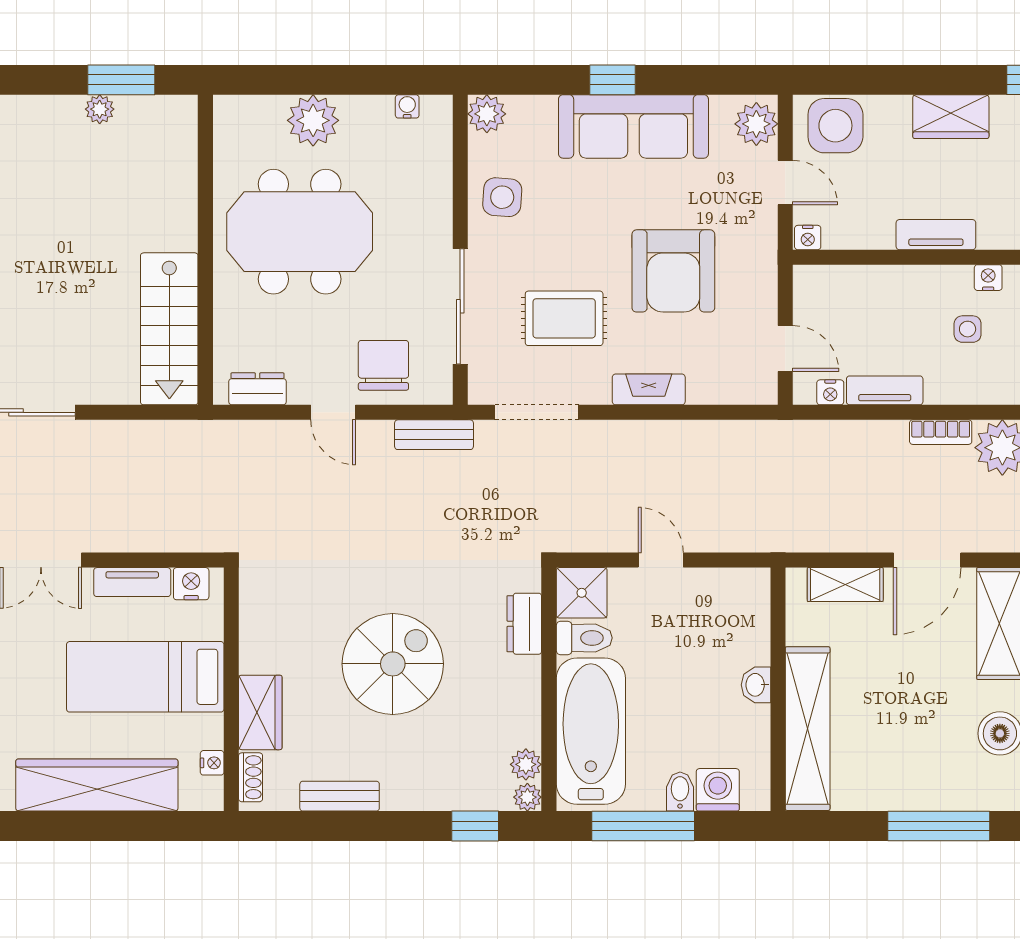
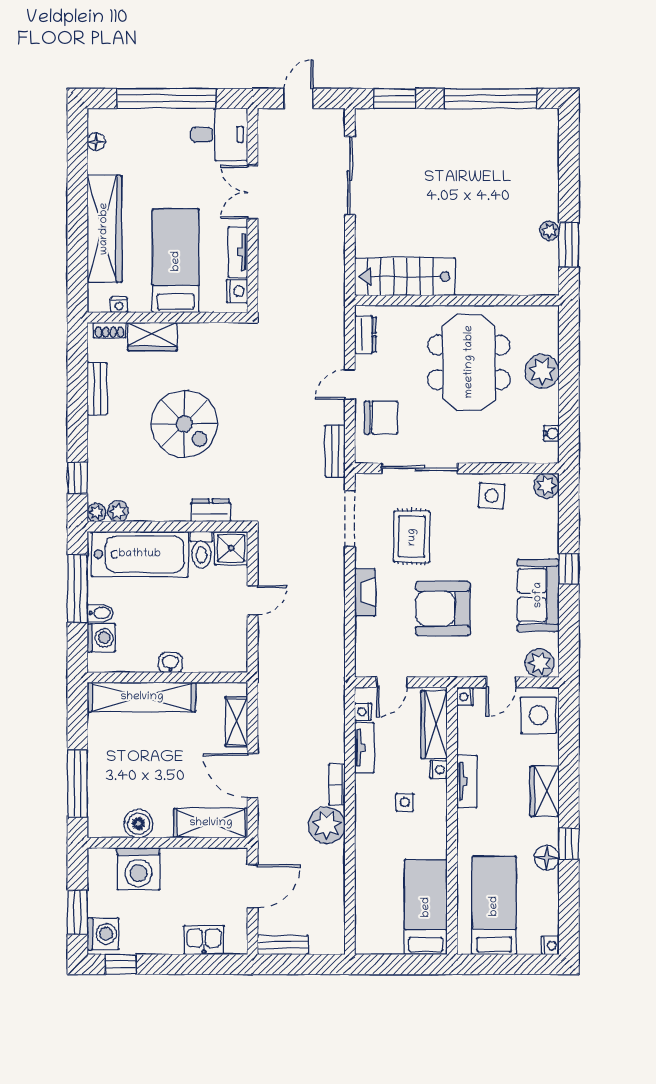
sofa: (633, 126) -> (538, 595), width x0.73
nightstand: (988, 278) -> (439, 770), moved
wardrobe: (850, 285) -> (434, 725), added

